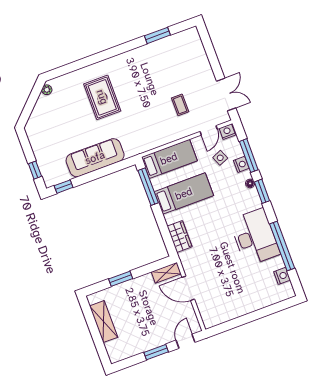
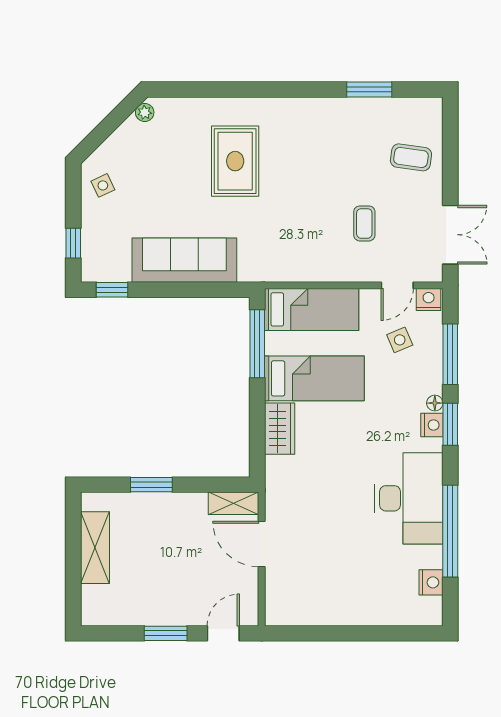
coffee table: (191, 62) -> (411, 157), added
side table: (39, 135) -> (103, 185), added
nightstand: (241, 164) -> (432, 425), moved
wardrobe: (180, 237) -> (280, 429), moved

